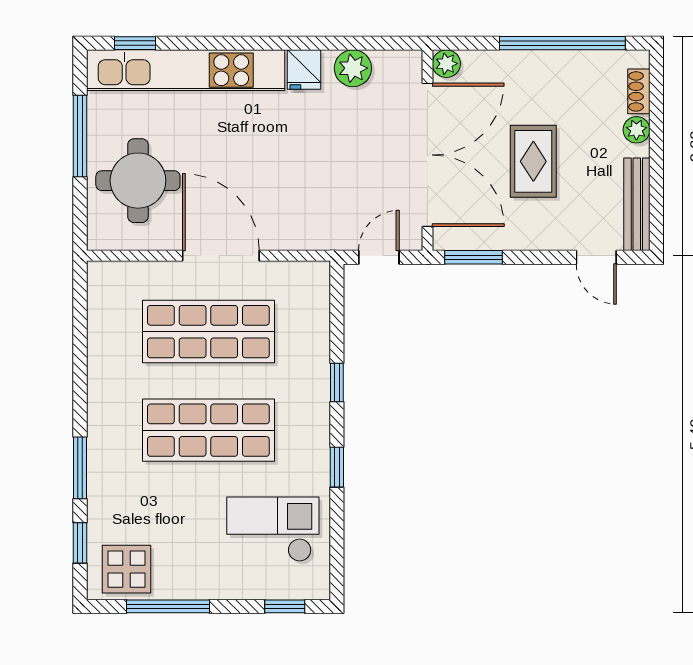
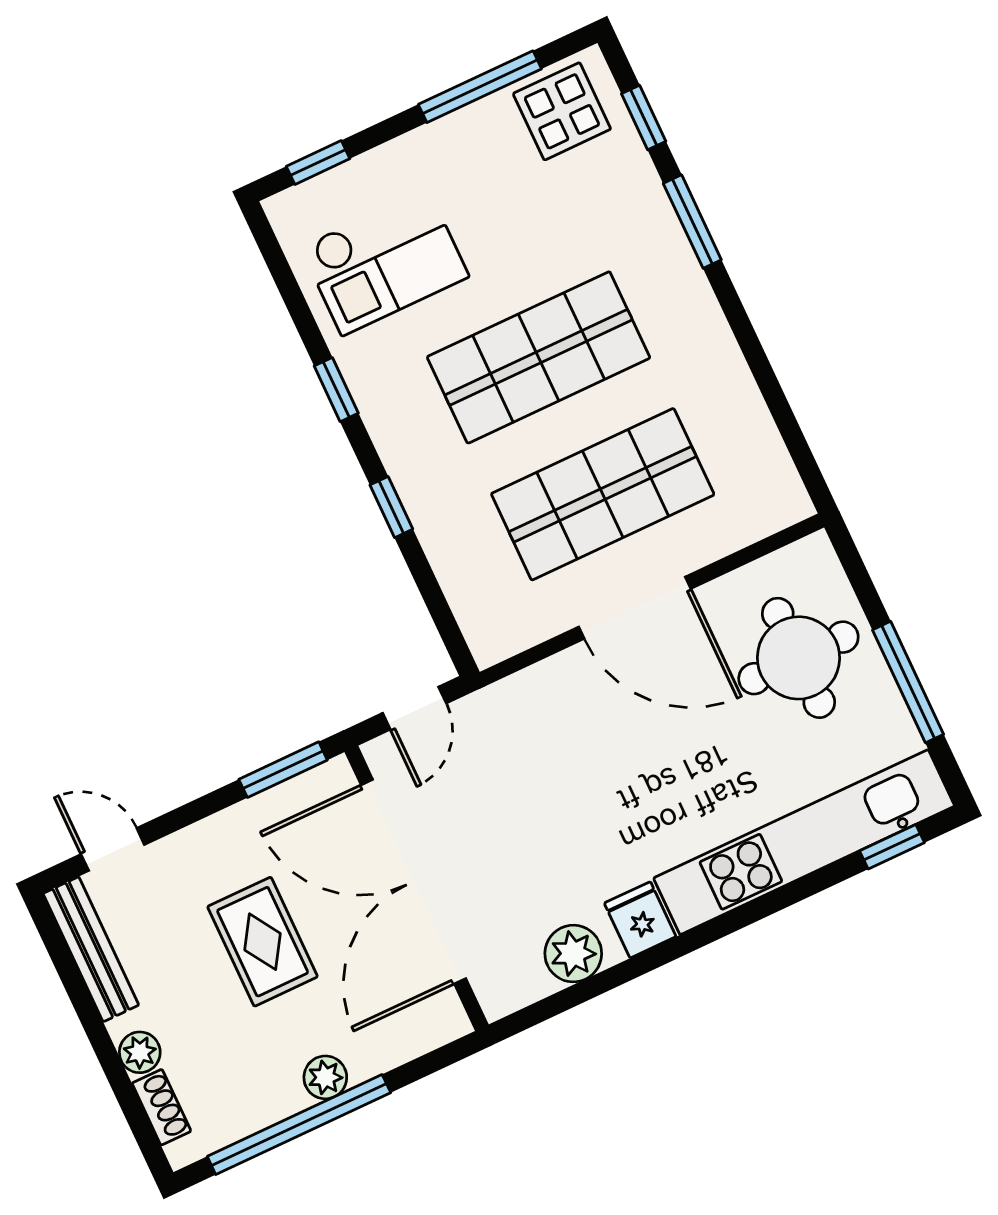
plant: (446, 64) -> (325, 1077), moved

